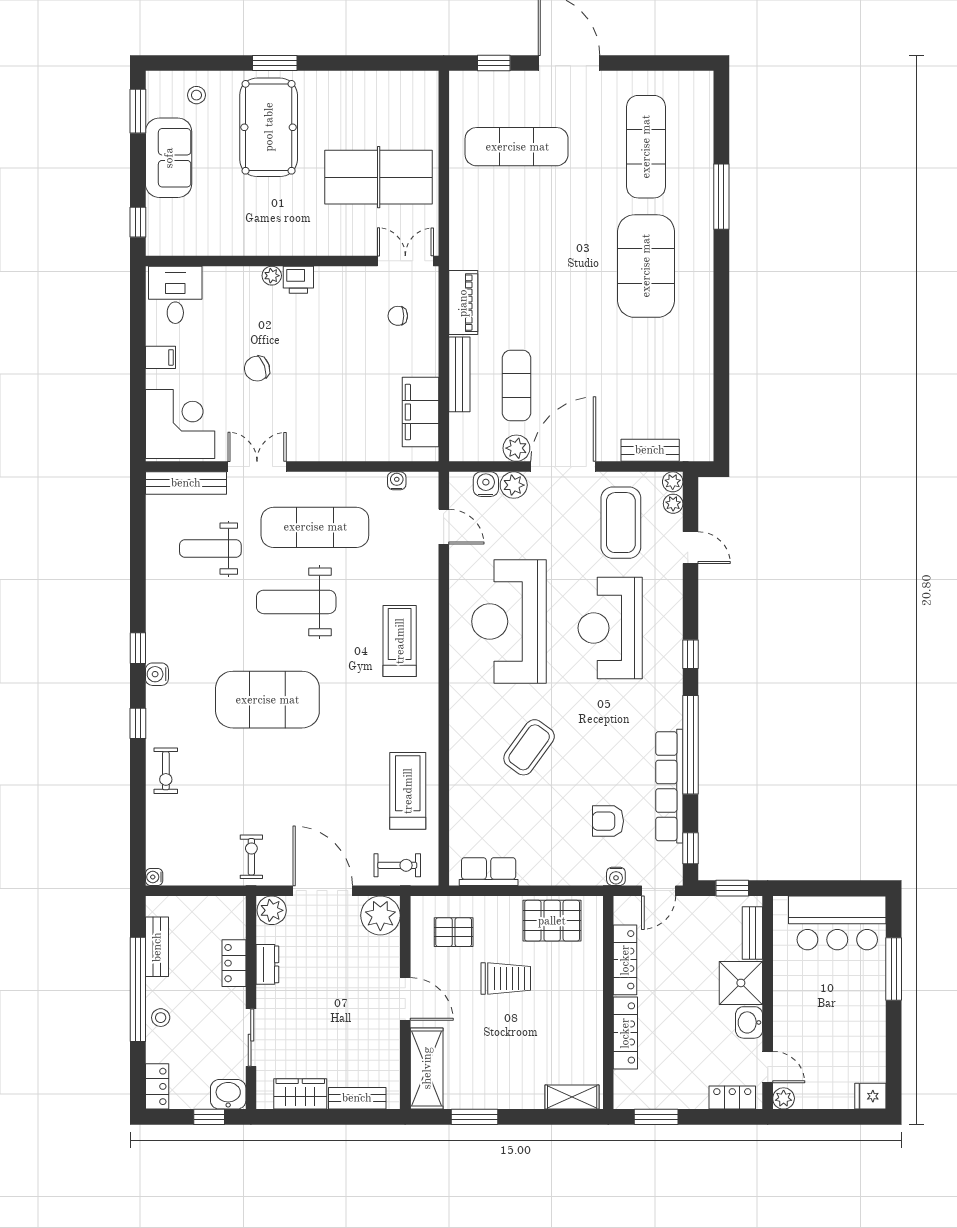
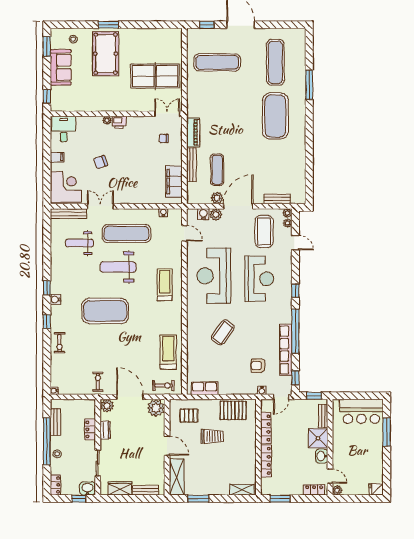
reception desk: (610, 628) -> (259, 279), turned 180

